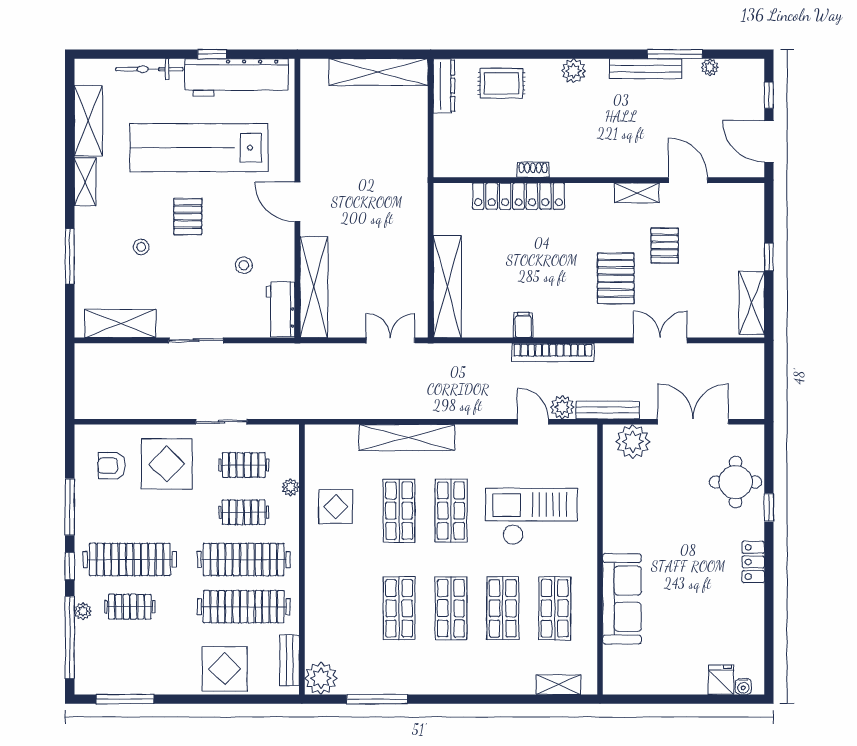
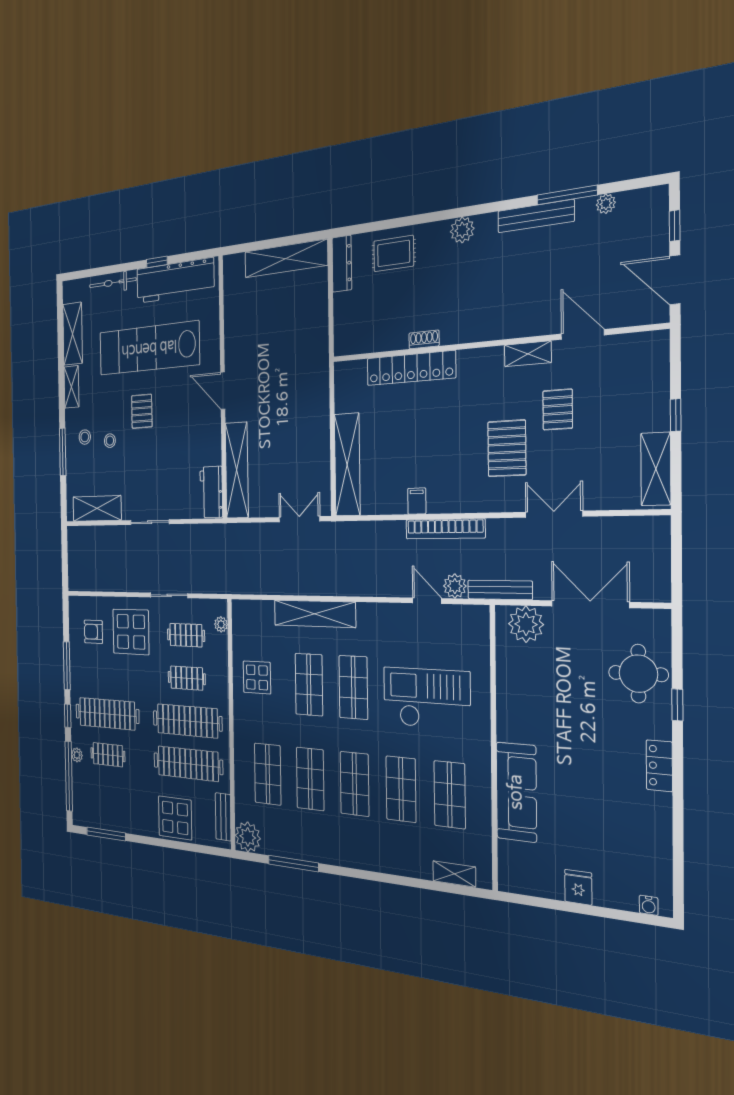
stool: (244, 265) -> (85, 437), moved
plant: (291, 487) -> (221, 624), moved
shop shelf: (347, 608) -> (268, 774), added
fridge: (721, 680) -> (578, 887), moved

